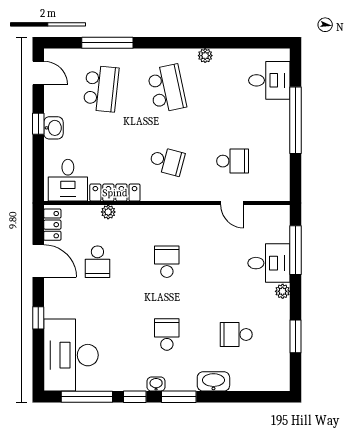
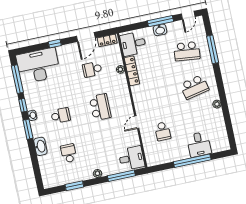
desk: (269, 80) -> (199, 144), moved
window: (38, 124) -> (160, 21), width x2.17
school desk: (167, 161) -> (155, 95), removed
door: (232, 203) -> (137, 122), moved
school desk: (167, 262) -> (100, 107), width x1.85
desk: (269, 263) -> (131, 158), moved, turned -90

